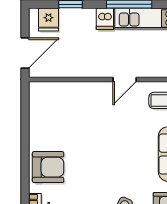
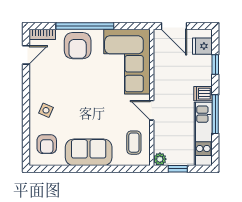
corner sofa: (67, 109) -> (127, 62), added
window: (25, 159) -> (85, 26), added

